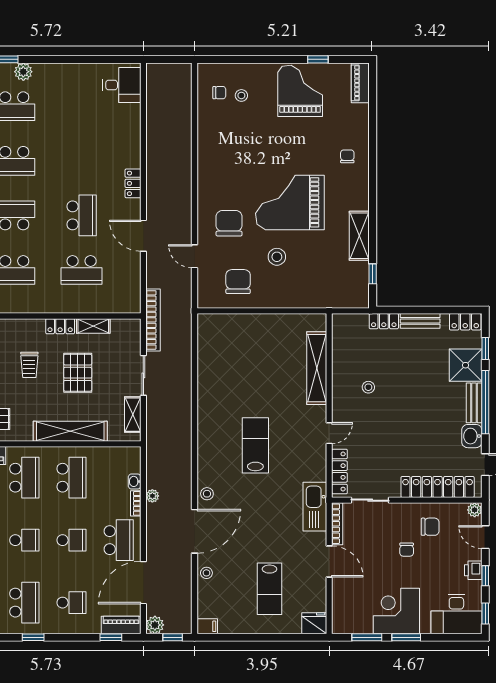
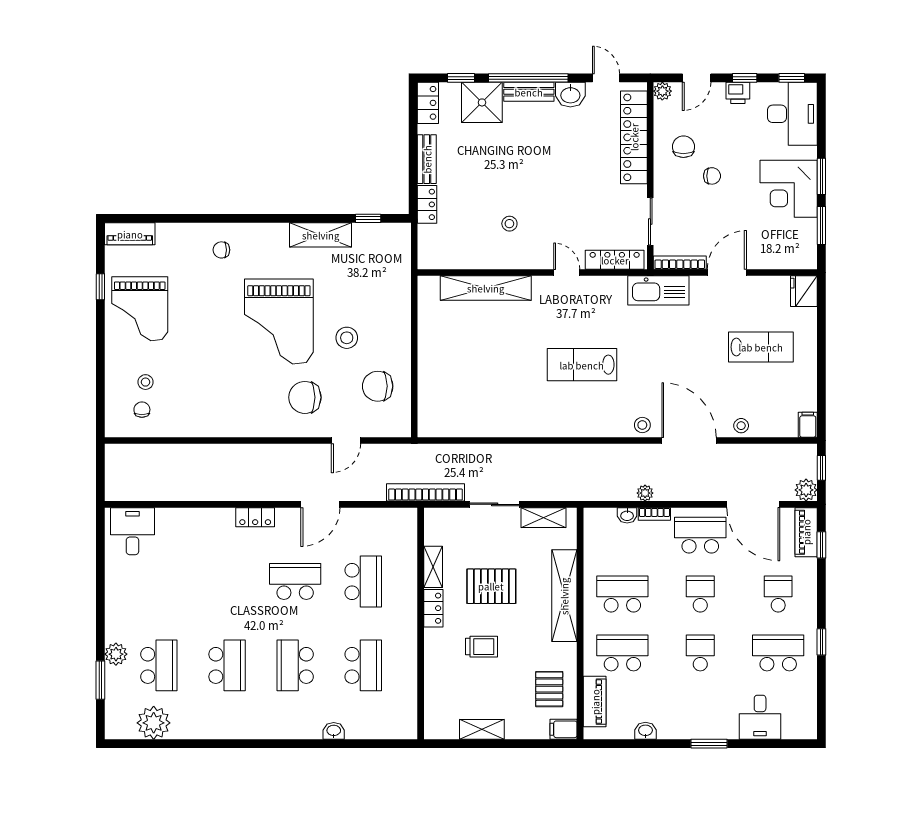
grand piano: (300, 91) -> (140, 309), turned -90

